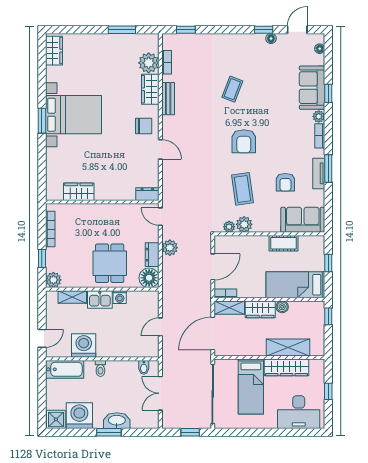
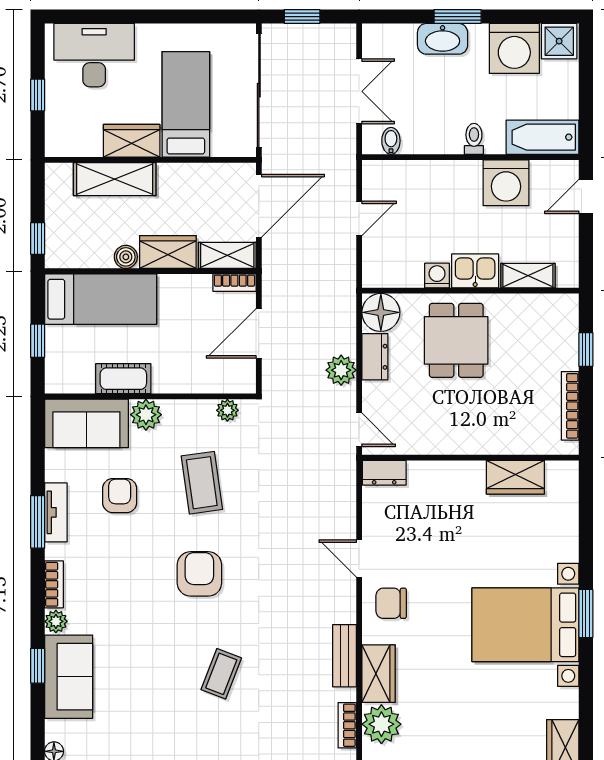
plant: (244, 224) -> (146, 415), moved
plant: (53, 280) -> (564, 308), removed
wardrobe: (286, 367) -> (132, 141), width x0.67

